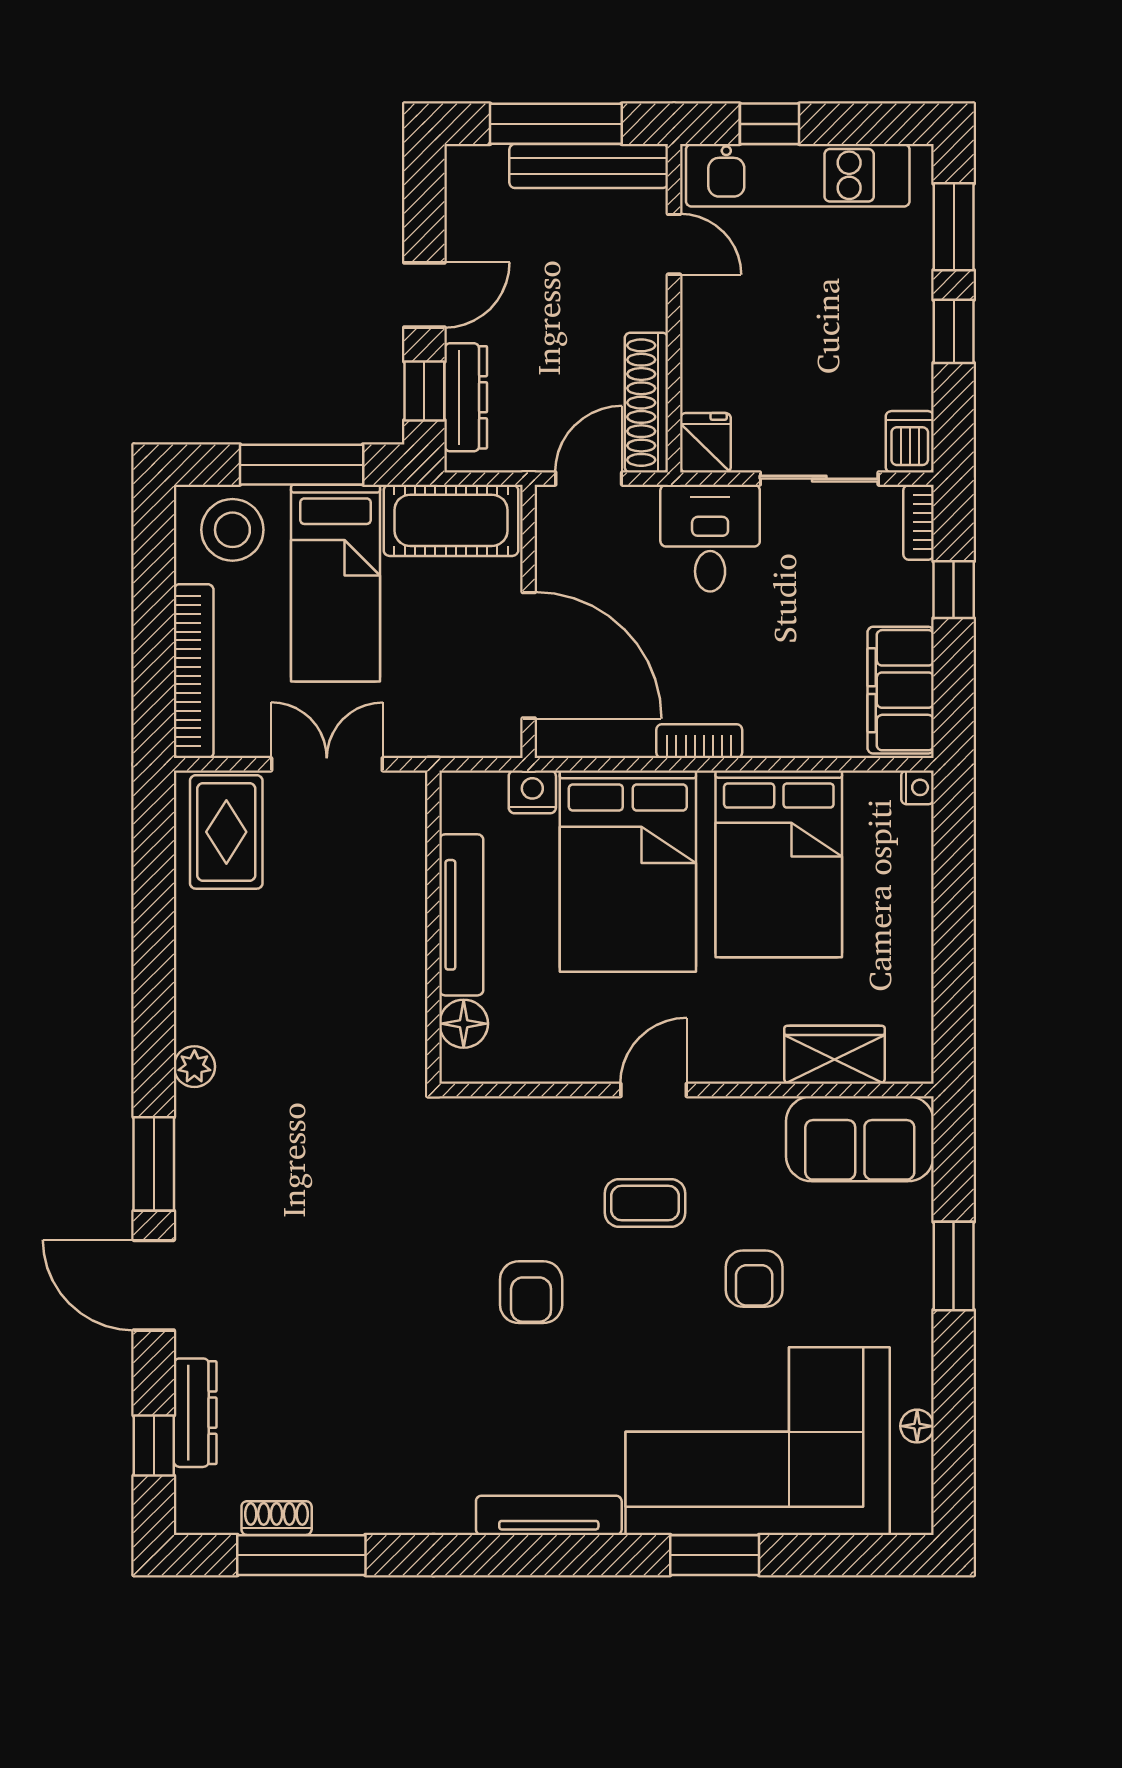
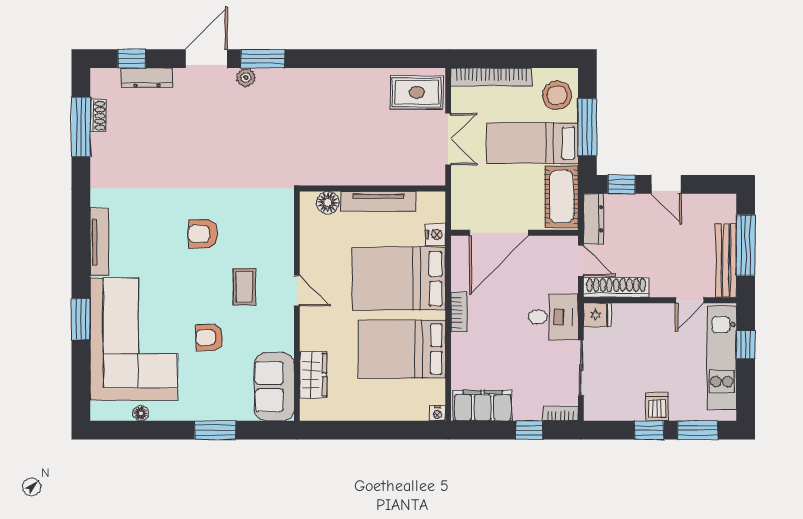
dresser: (466, 397) -> (593, 219), moved, turned -90
dishwasher: (910, 442) -> (657, 407), moved, turned -90
plant: (194, 1067) -> (246, 77), moved

